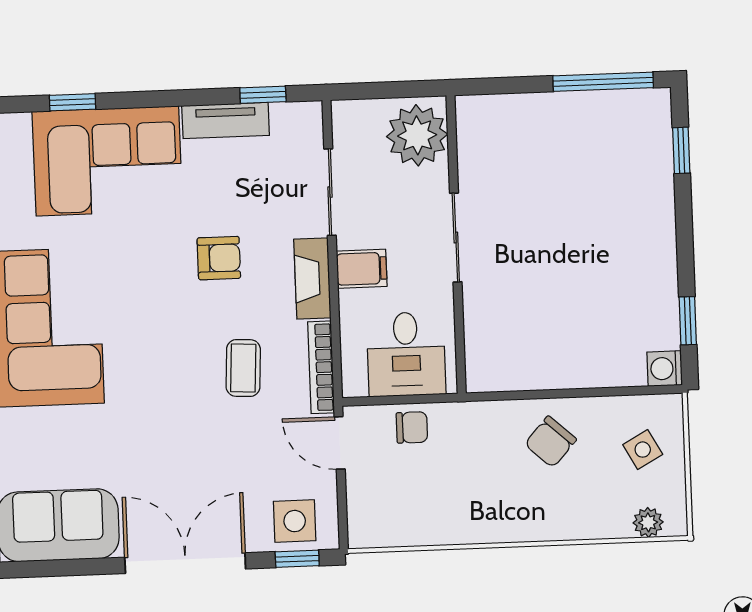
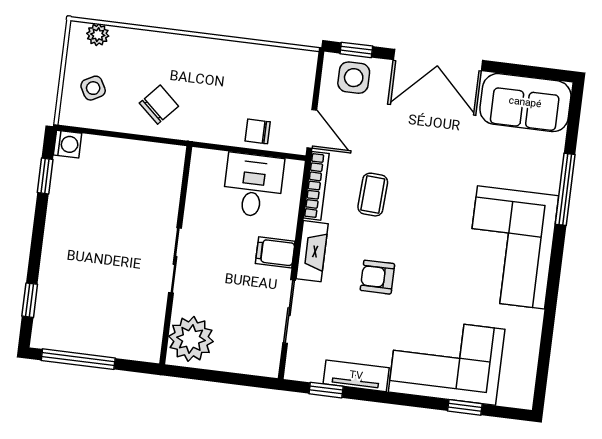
plant: (417, 135) -> (191, 339), moved
sliding door: (456, 238) -> (175, 260), moved
wall: (456, 244) -> (176, 255), moved

